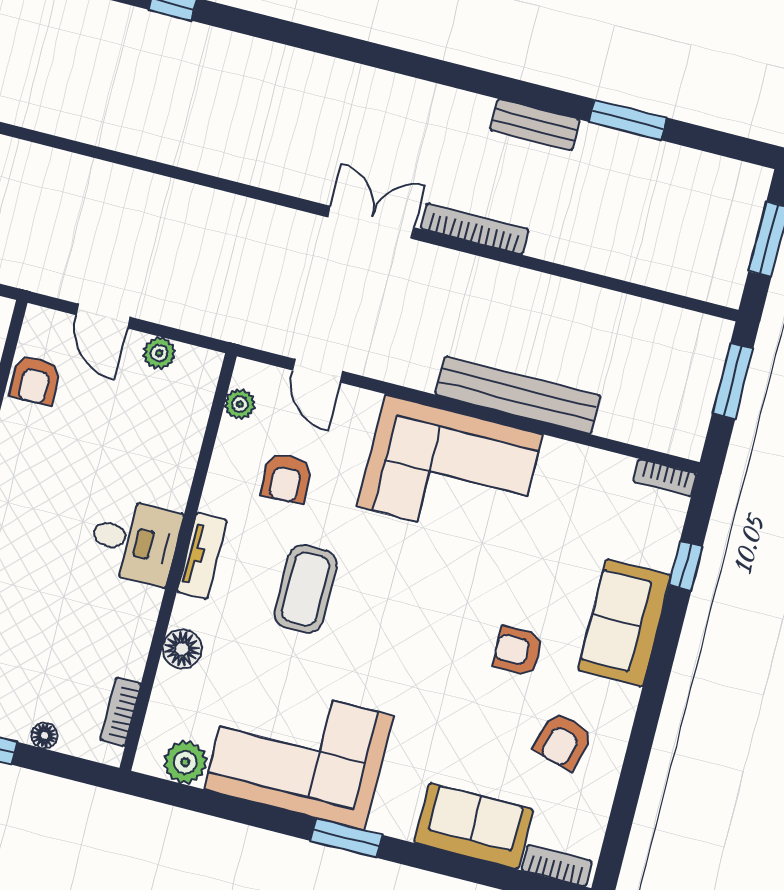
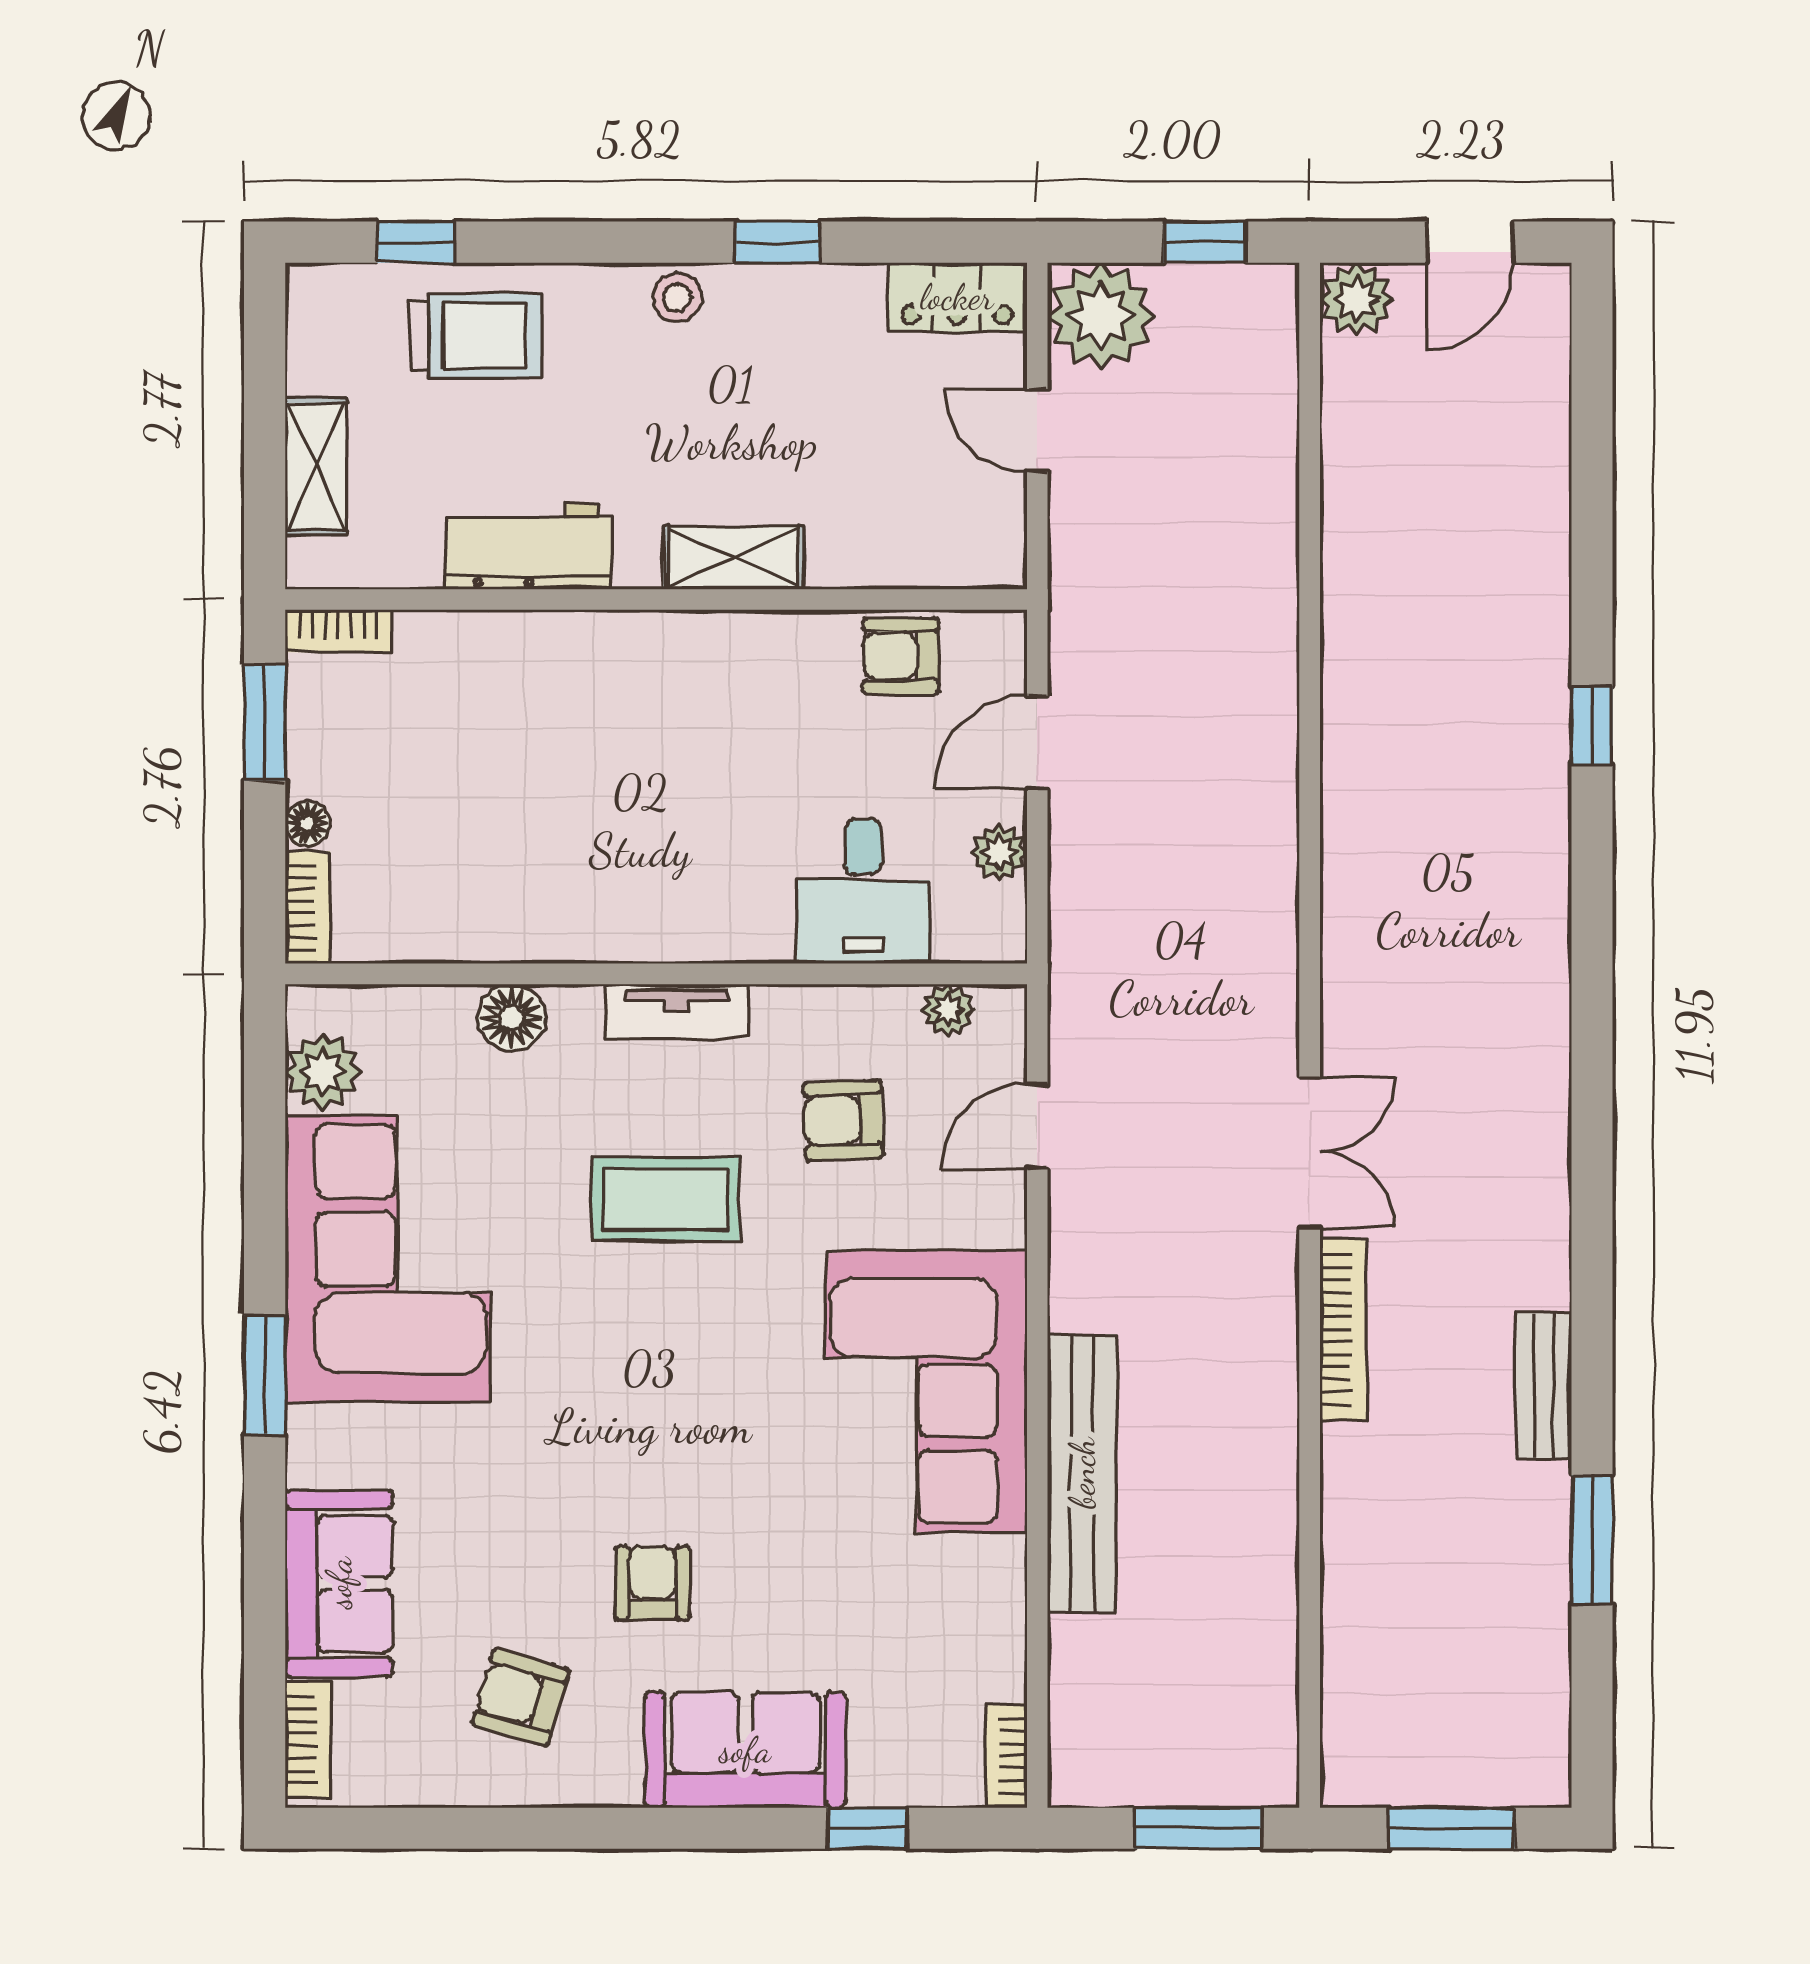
desk: (135, 541) -> (863, 892), moved
bookcase: (121, 712) -> (308, 907), moved, turned 90

